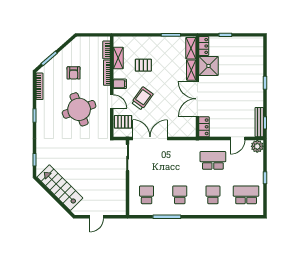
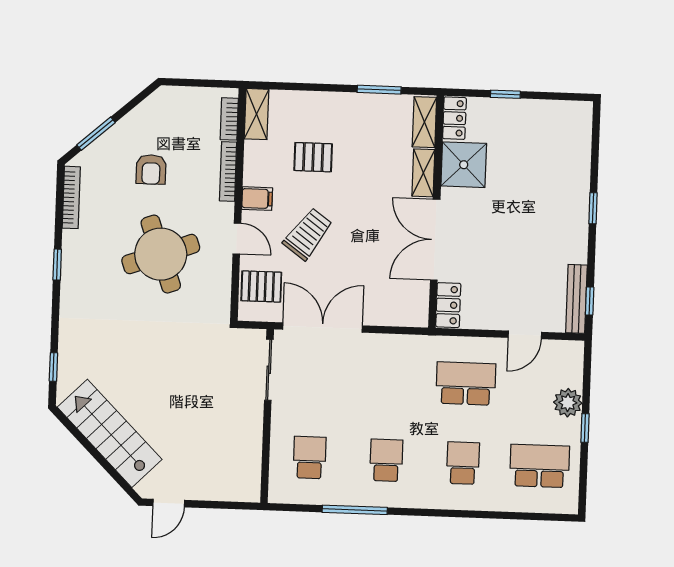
shelving: (118, 58) -> (256, 114), moved
plant: (257, 146) -> (568, 403), moved
door: (97, 217) -> (169, 503), moved

